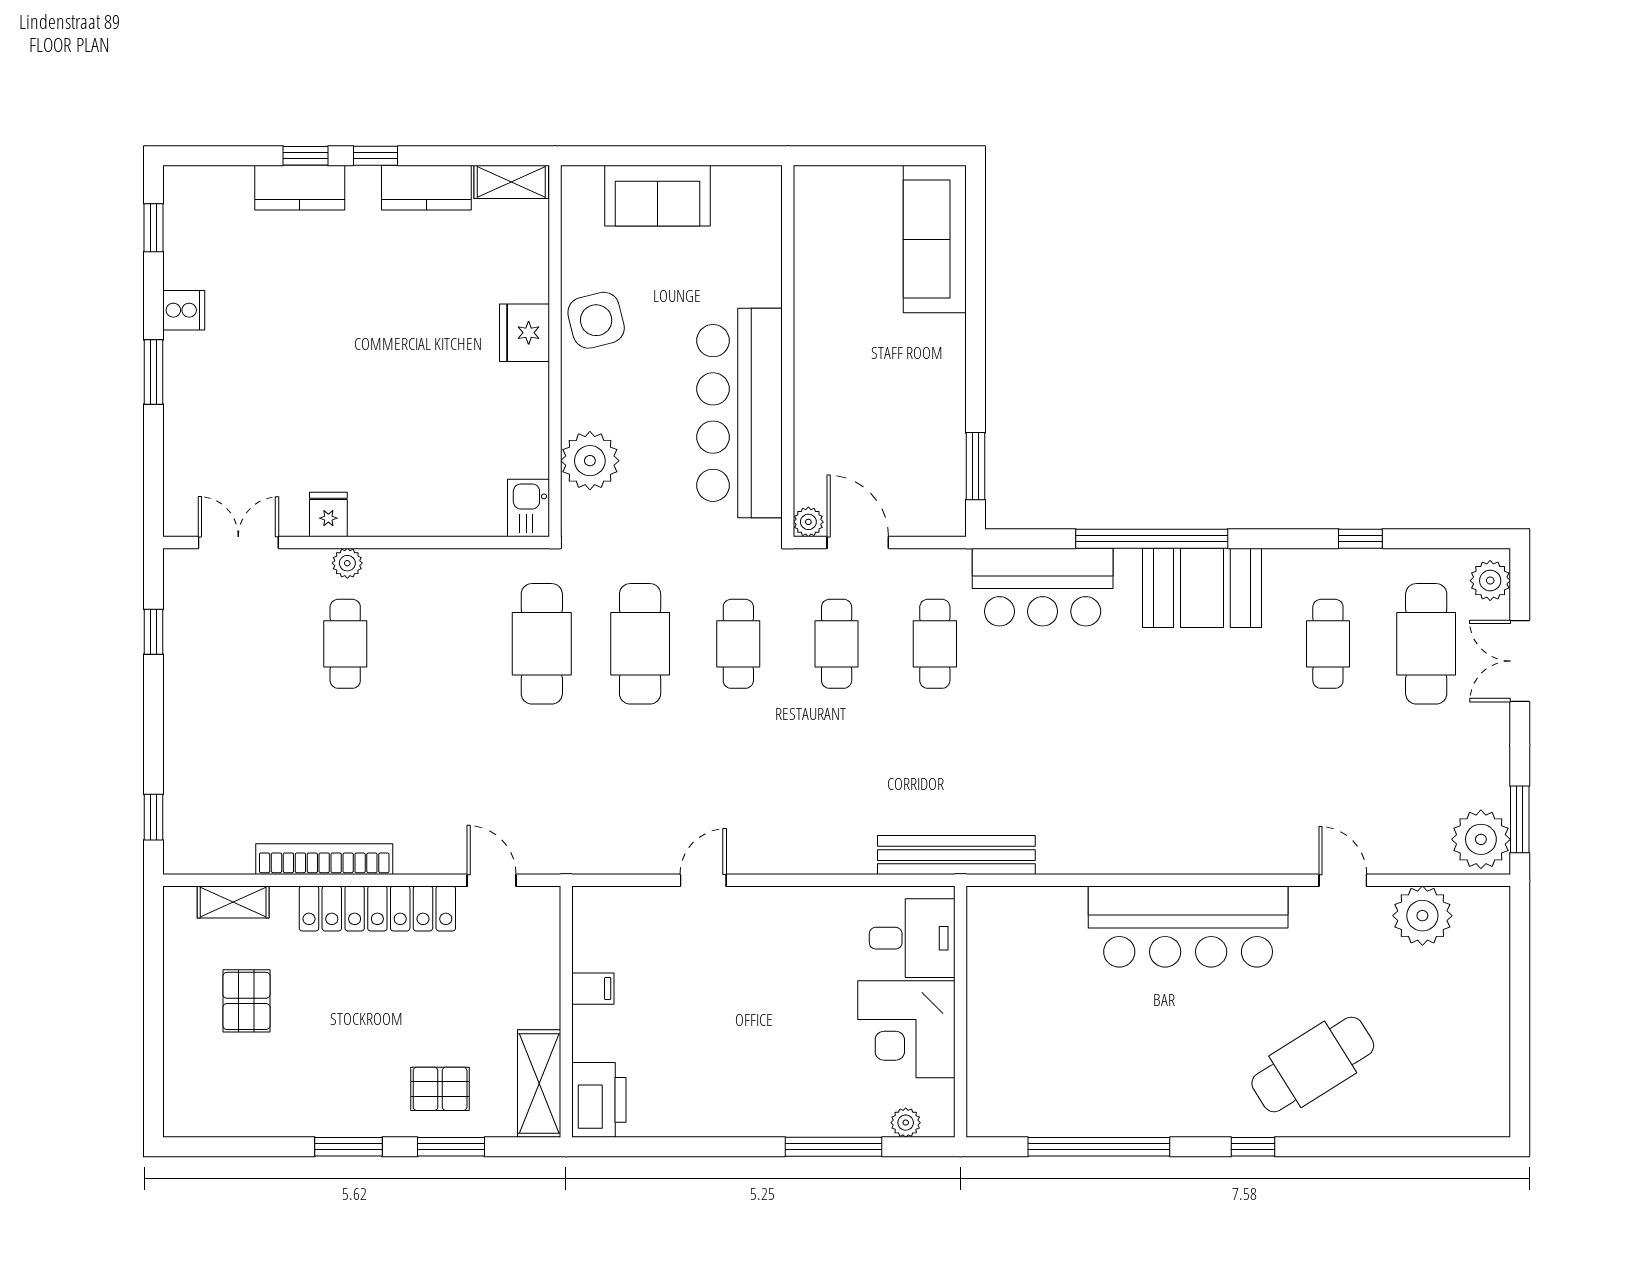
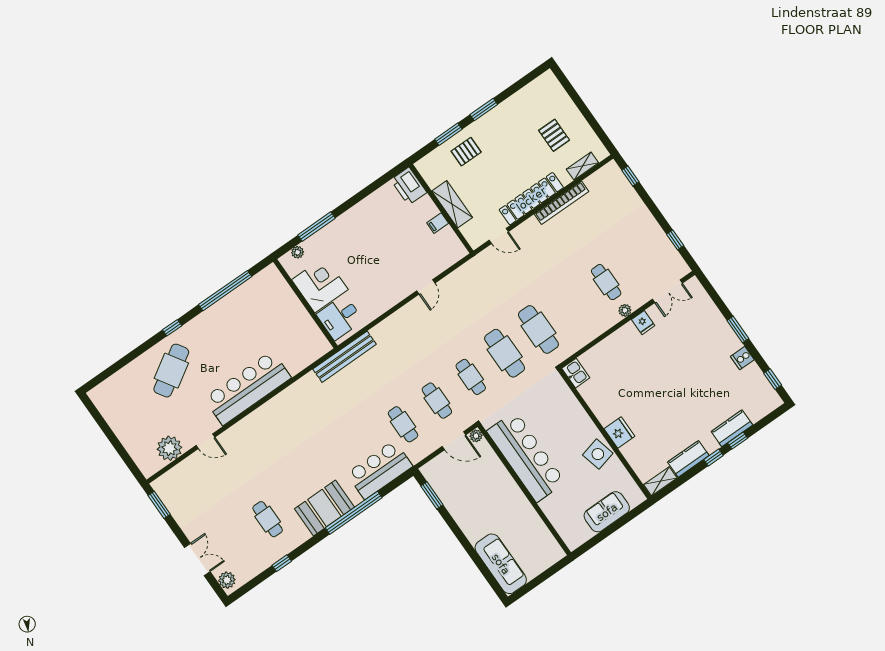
plant: (590, 461) -> (566, 404), removed
cafe table: (1426, 644) -> (234, 543), removed
plant: (1481, 839) -> (168, 489), removed
shelving: (539, 1083) -> (452, 204), moved

